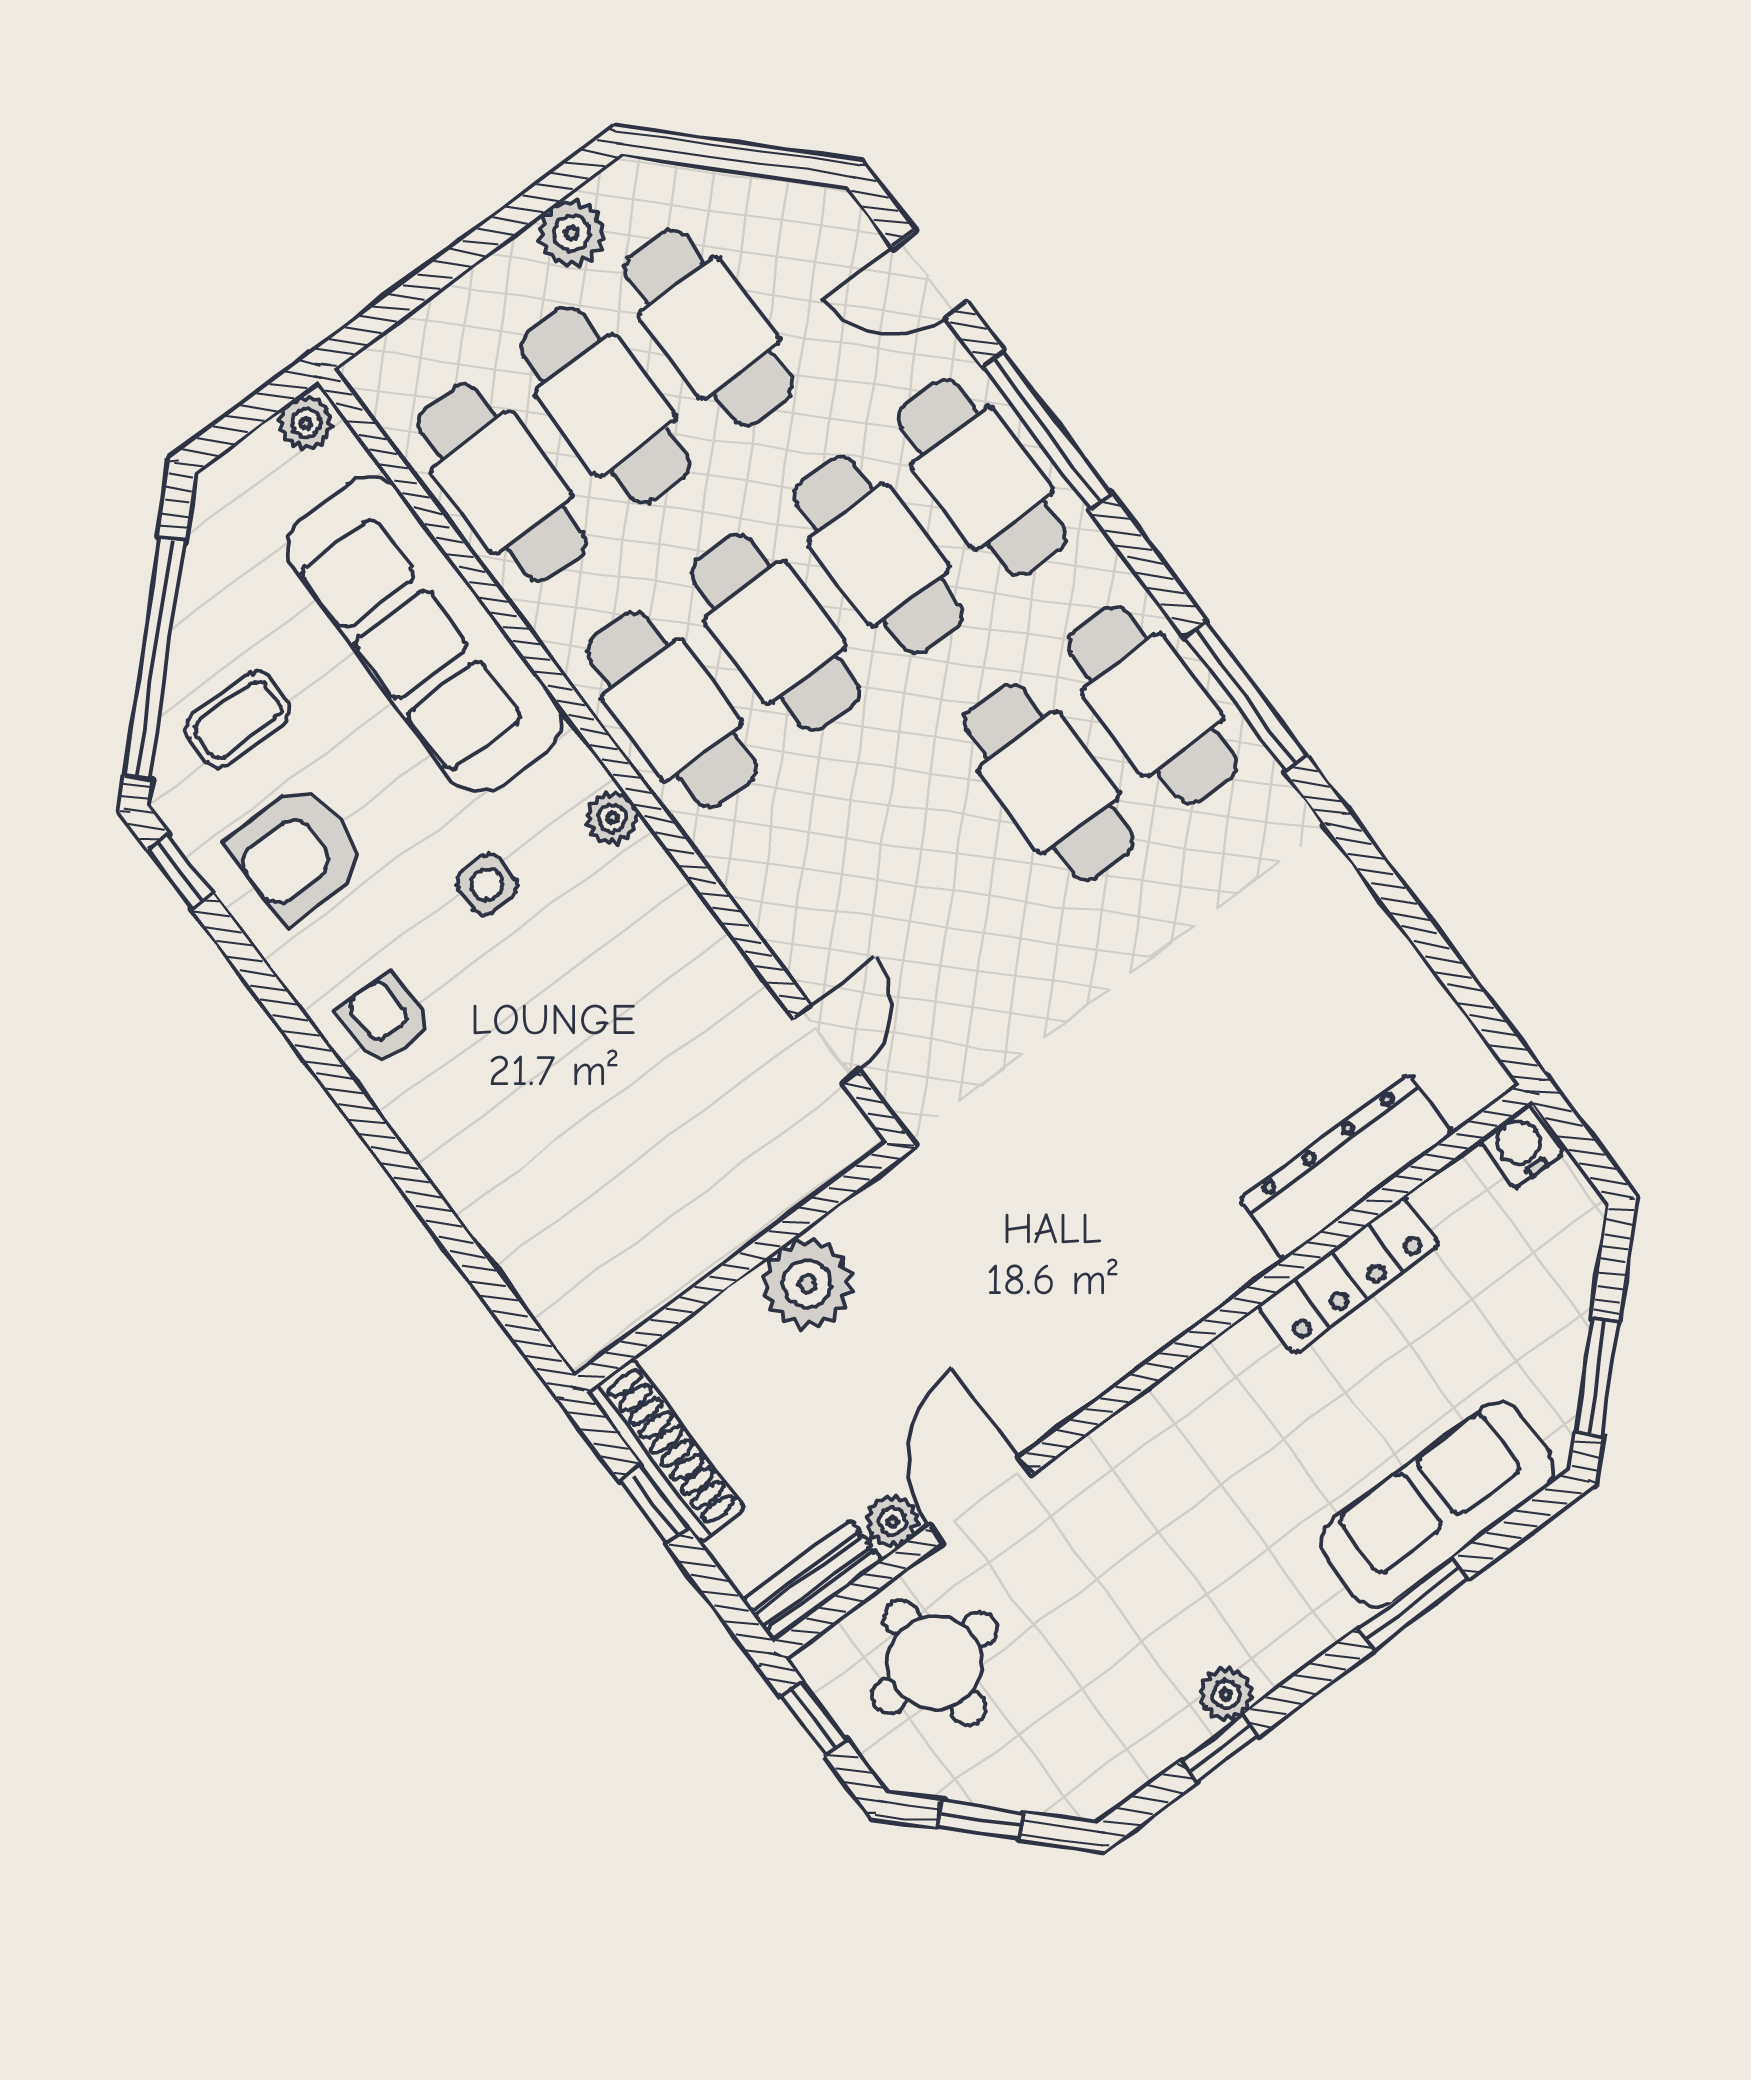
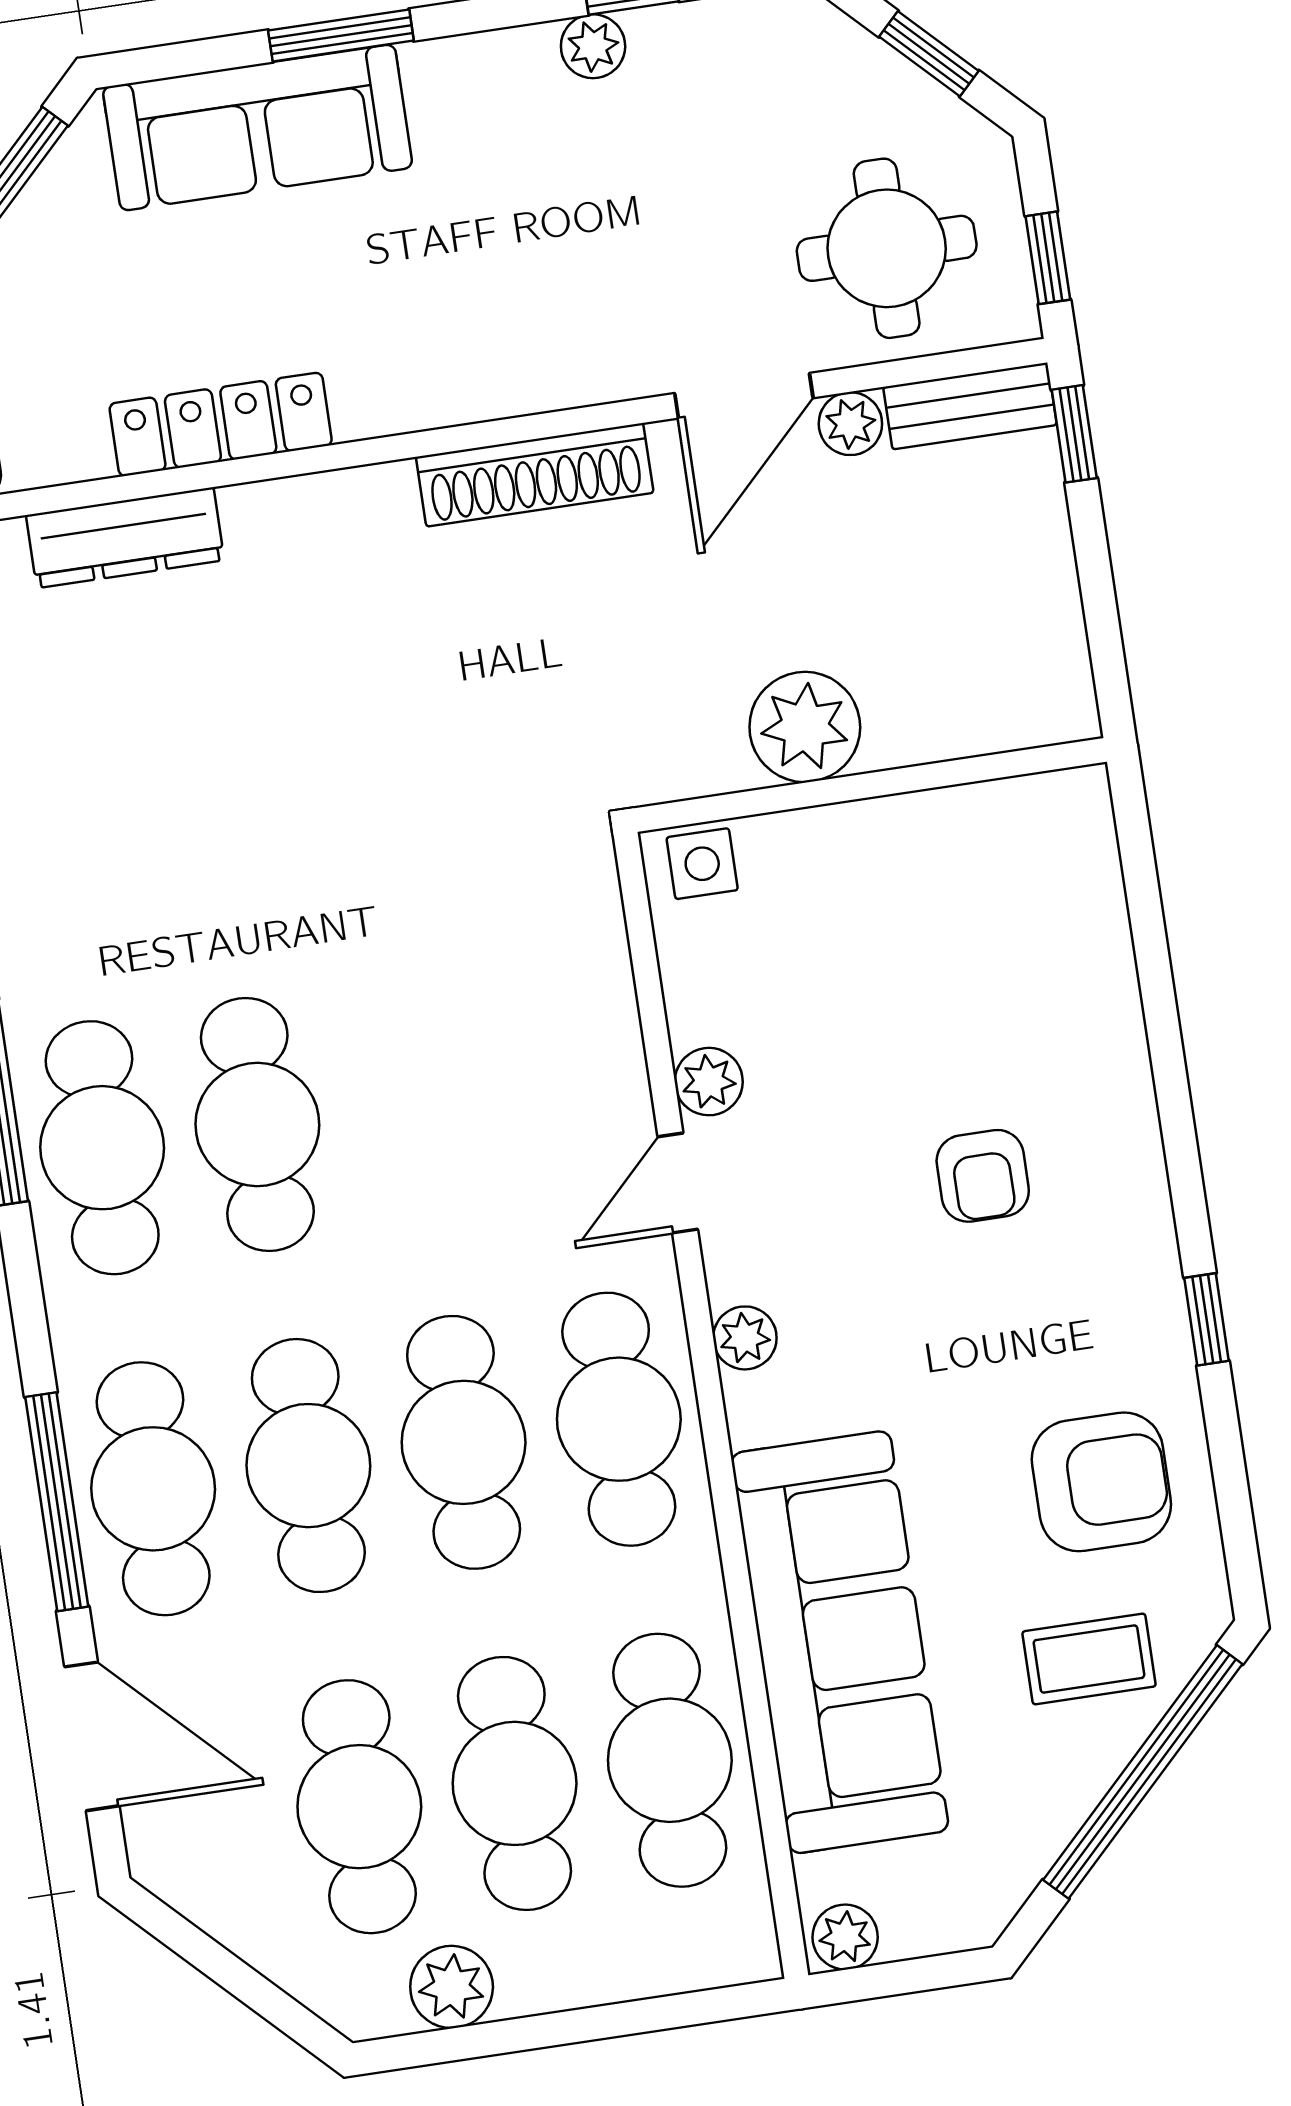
door: (930, 274) -> (92, 1736), width x1.38
window: (180, 871) -> (1207, 1319), moved
side table: (487, 884) -> (702, 864), moved
plant: (738, 989) -> (709, 1082), added
armchair: (384, 1019) -> (983, 1176), moved
door: (826, 1044) -> (678, 1183), moved
dresser: (1346, 1167) -> (125, 538), width x0.73, depth x0.80
shoe rack: (666, 1450) -> (535, 475), moved, turned -90
window: (654, 1504) -> (1074, 434), moved

